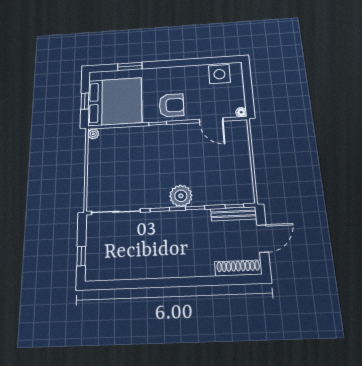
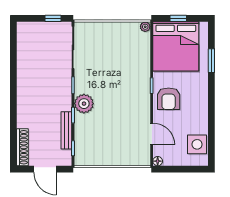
door: (211, 120) -> (152, 134), swing flipped
bench: (234, 214) -> (66, 130), moved
window: (81, 256) -> (53, 18), moved

